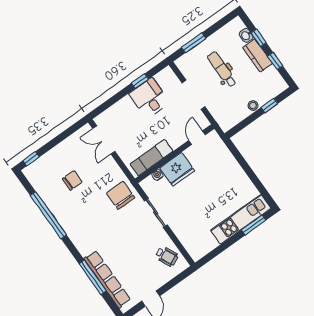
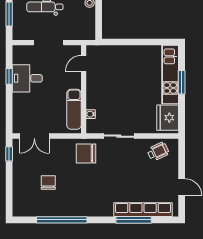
door: (197, 138) -> (84, 63), hinge flipped
window: (31, 159) -> (9, 154), moved
fridge: (177, 169) -> (168, 118), moved, turned 180
window: (254, 225) -> (182, 82), moved

